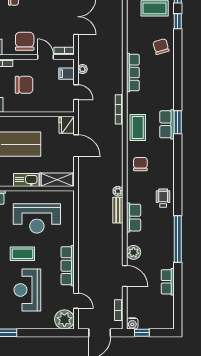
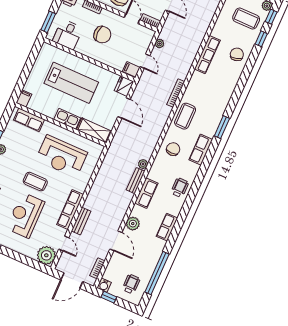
row of seats: (133, 73) -> (207, 55), moved
filing cabinet: (67, 74) -> (131, 69), moved
row of seats: (167, 124) -> (201, 150), moved
window: (178, 239) -> (157, 273), moved
bench: (83, 272) -> (81, 221), added
row of seats: (168, 282) -> (167, 227), moved
wheelchair: (158, 311) -> (131, 284), added

